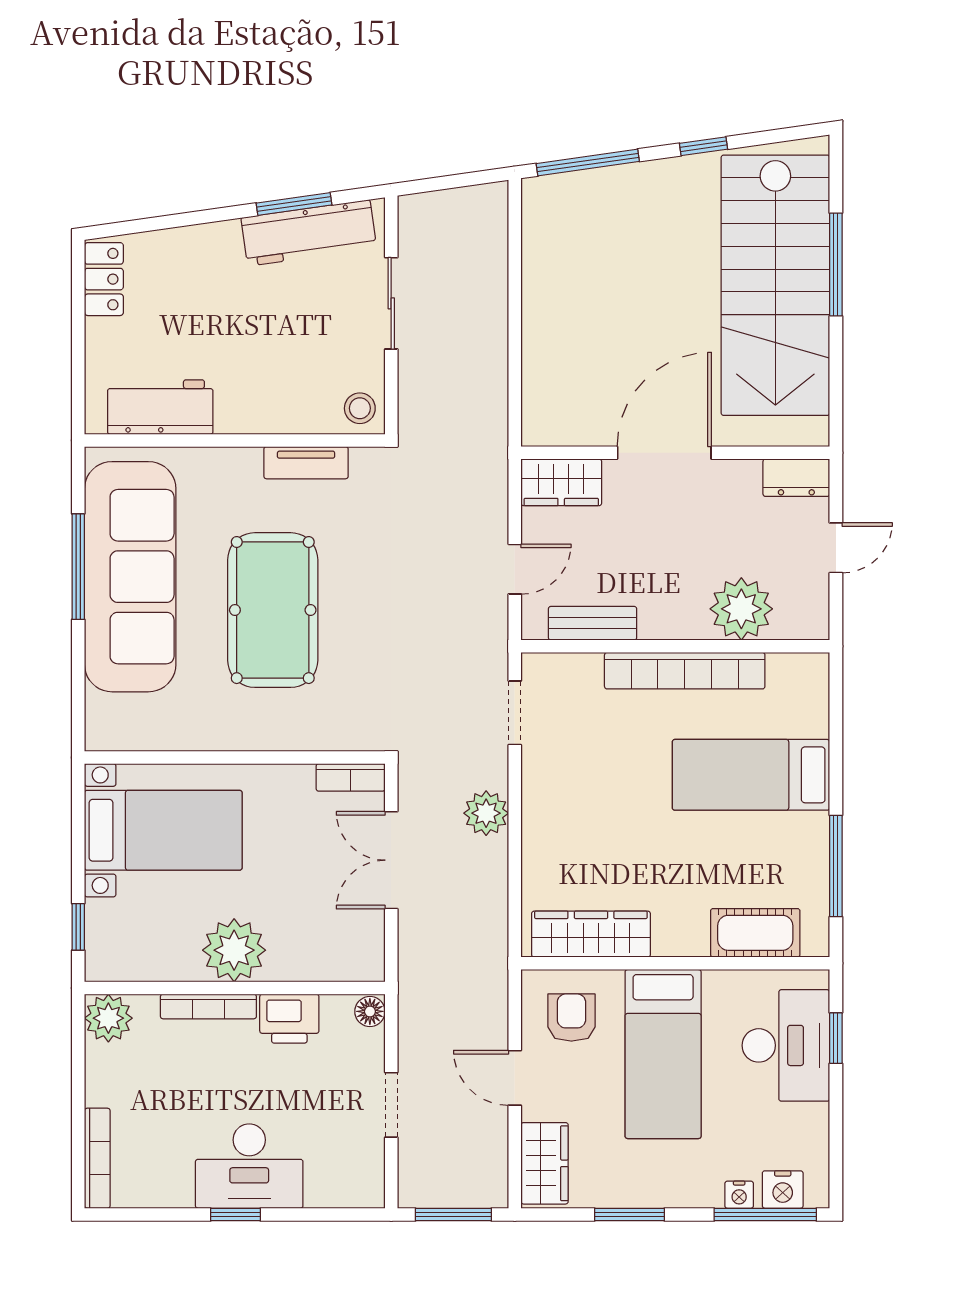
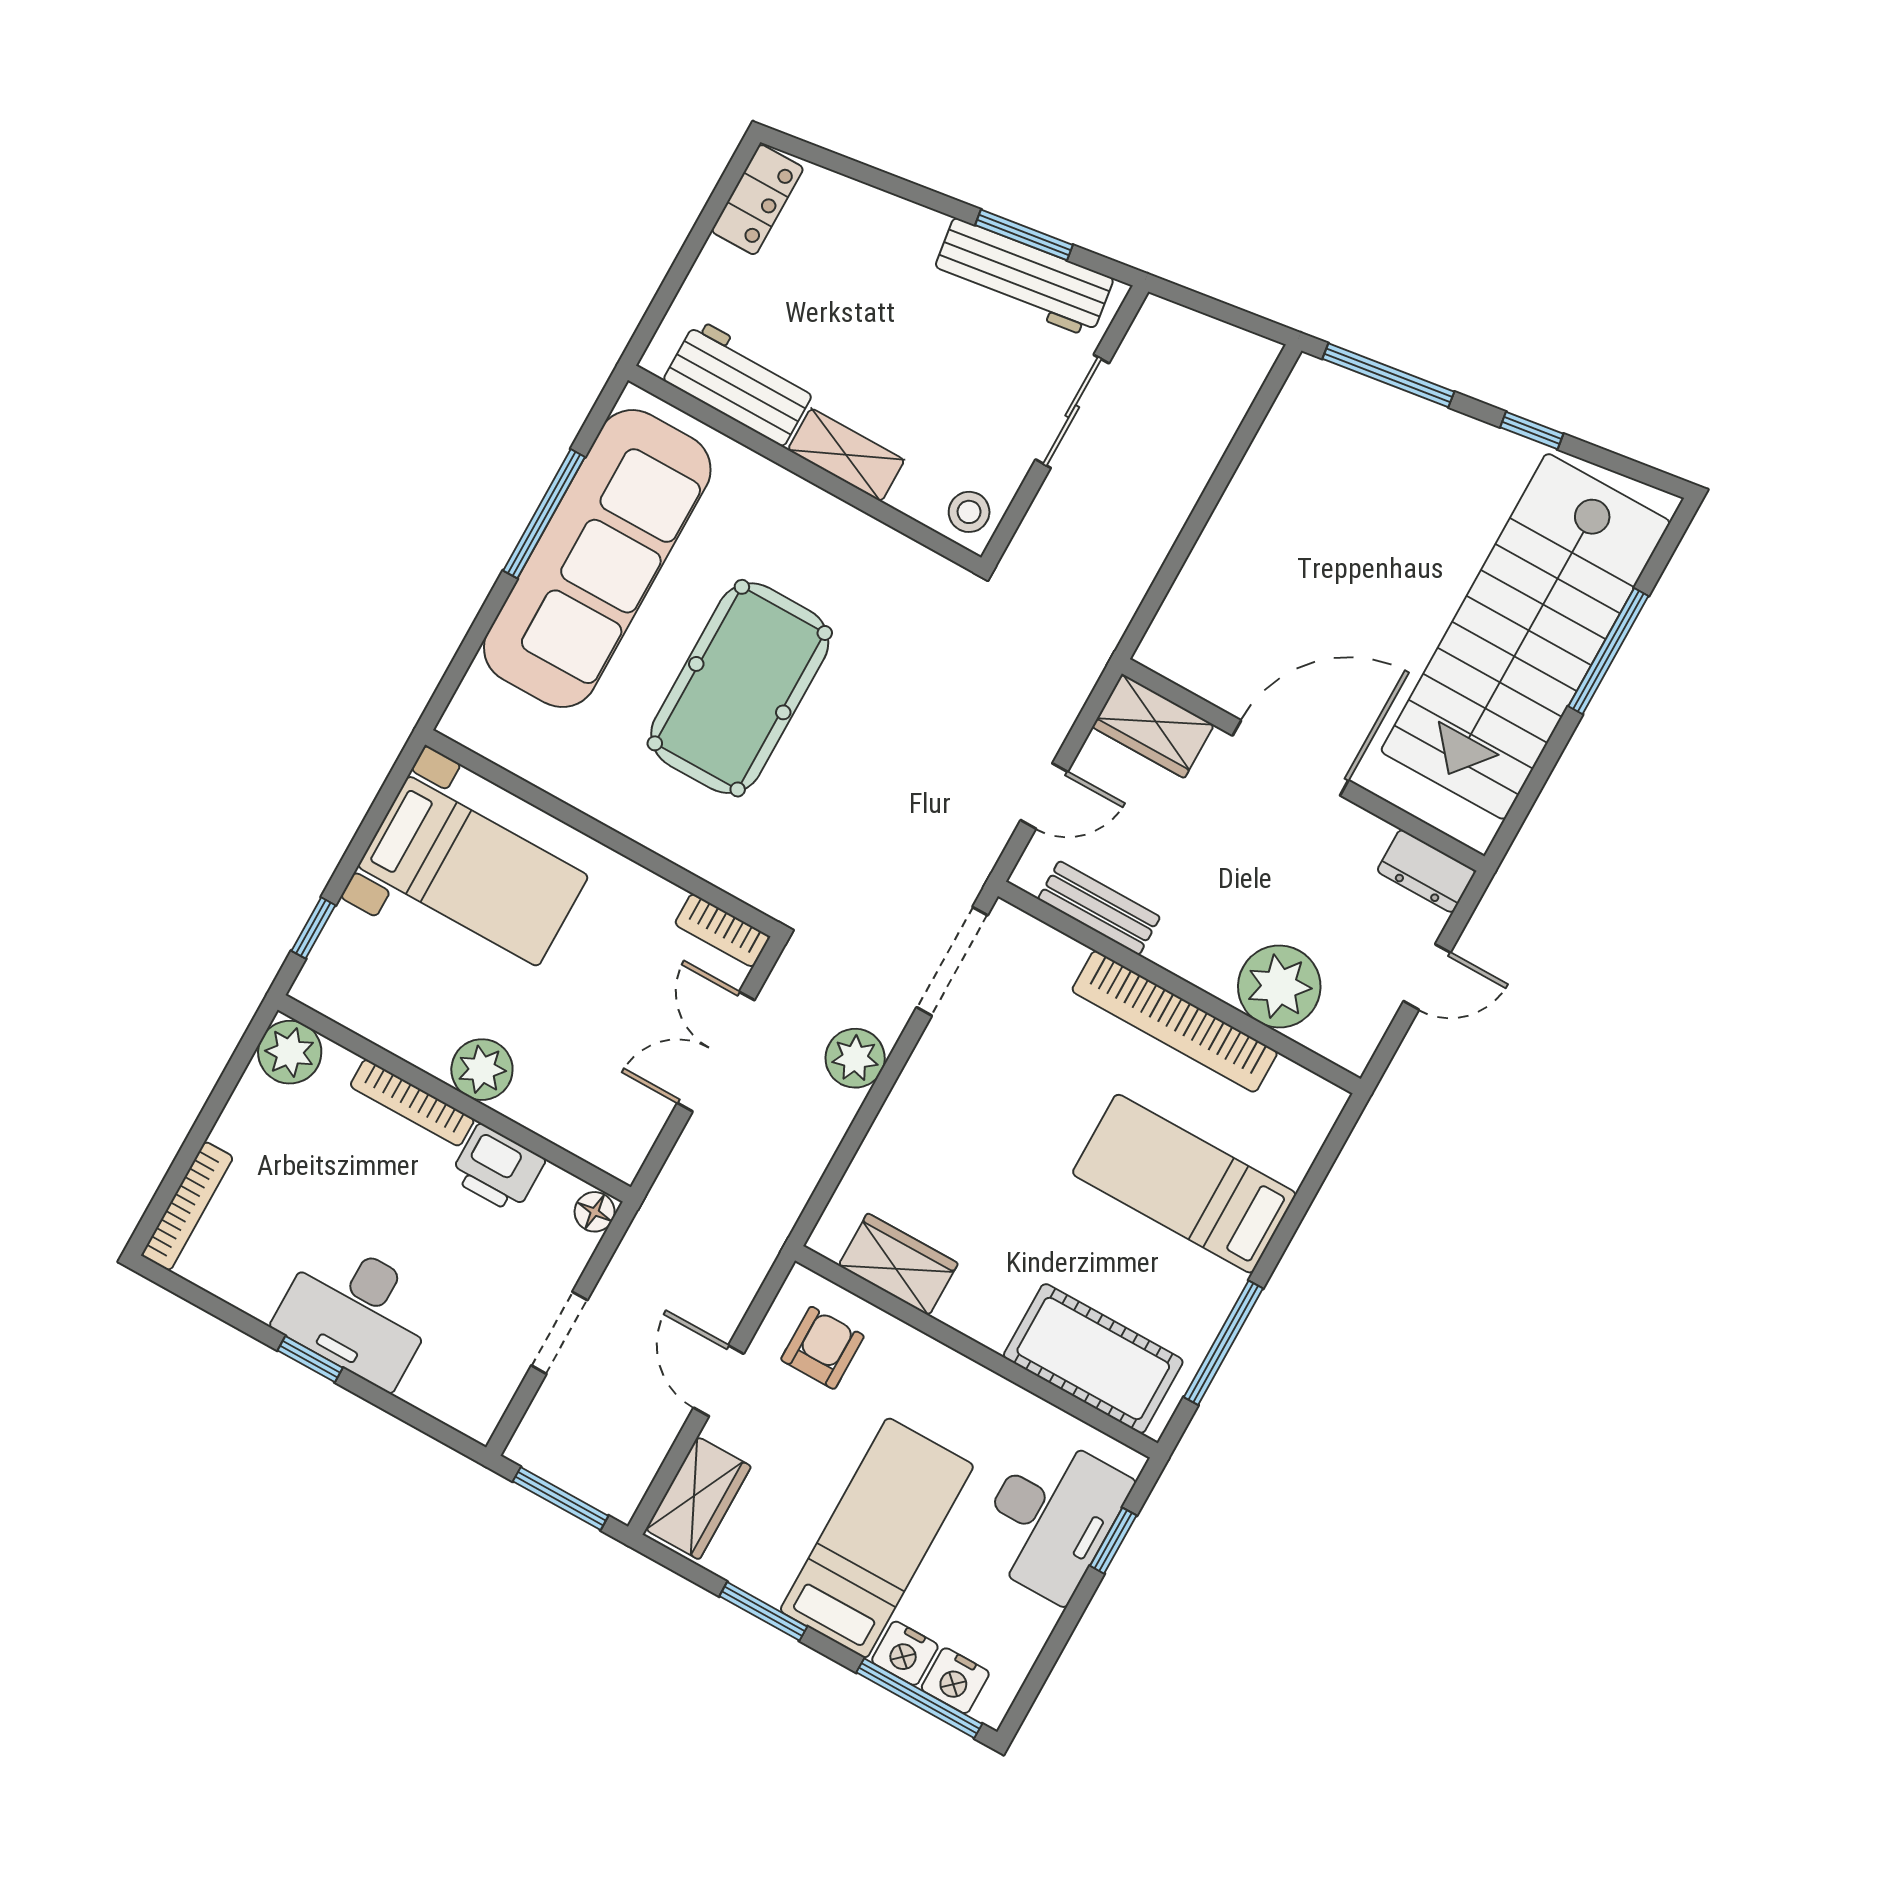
shelving: (257, 416) -> (846, 455), added
tv unit: (306, 463) -> (872, 540), removed
doorway: (515, 713) -> (952, 961), width x1.38
cot: (755, 933) -> (1093, 1359), width x1.37, depth x1.34
wardrobe: (591, 934) -> (898, 1264), width x0.67
plant: (234, 950) -> (482, 1070), width x0.73, depth x0.73
bed: (663, 1054) -> (877, 1538), moved, turned 180
nightstand: (739, 1195) -> (905, 1653), width x1.39, depth x1.35

